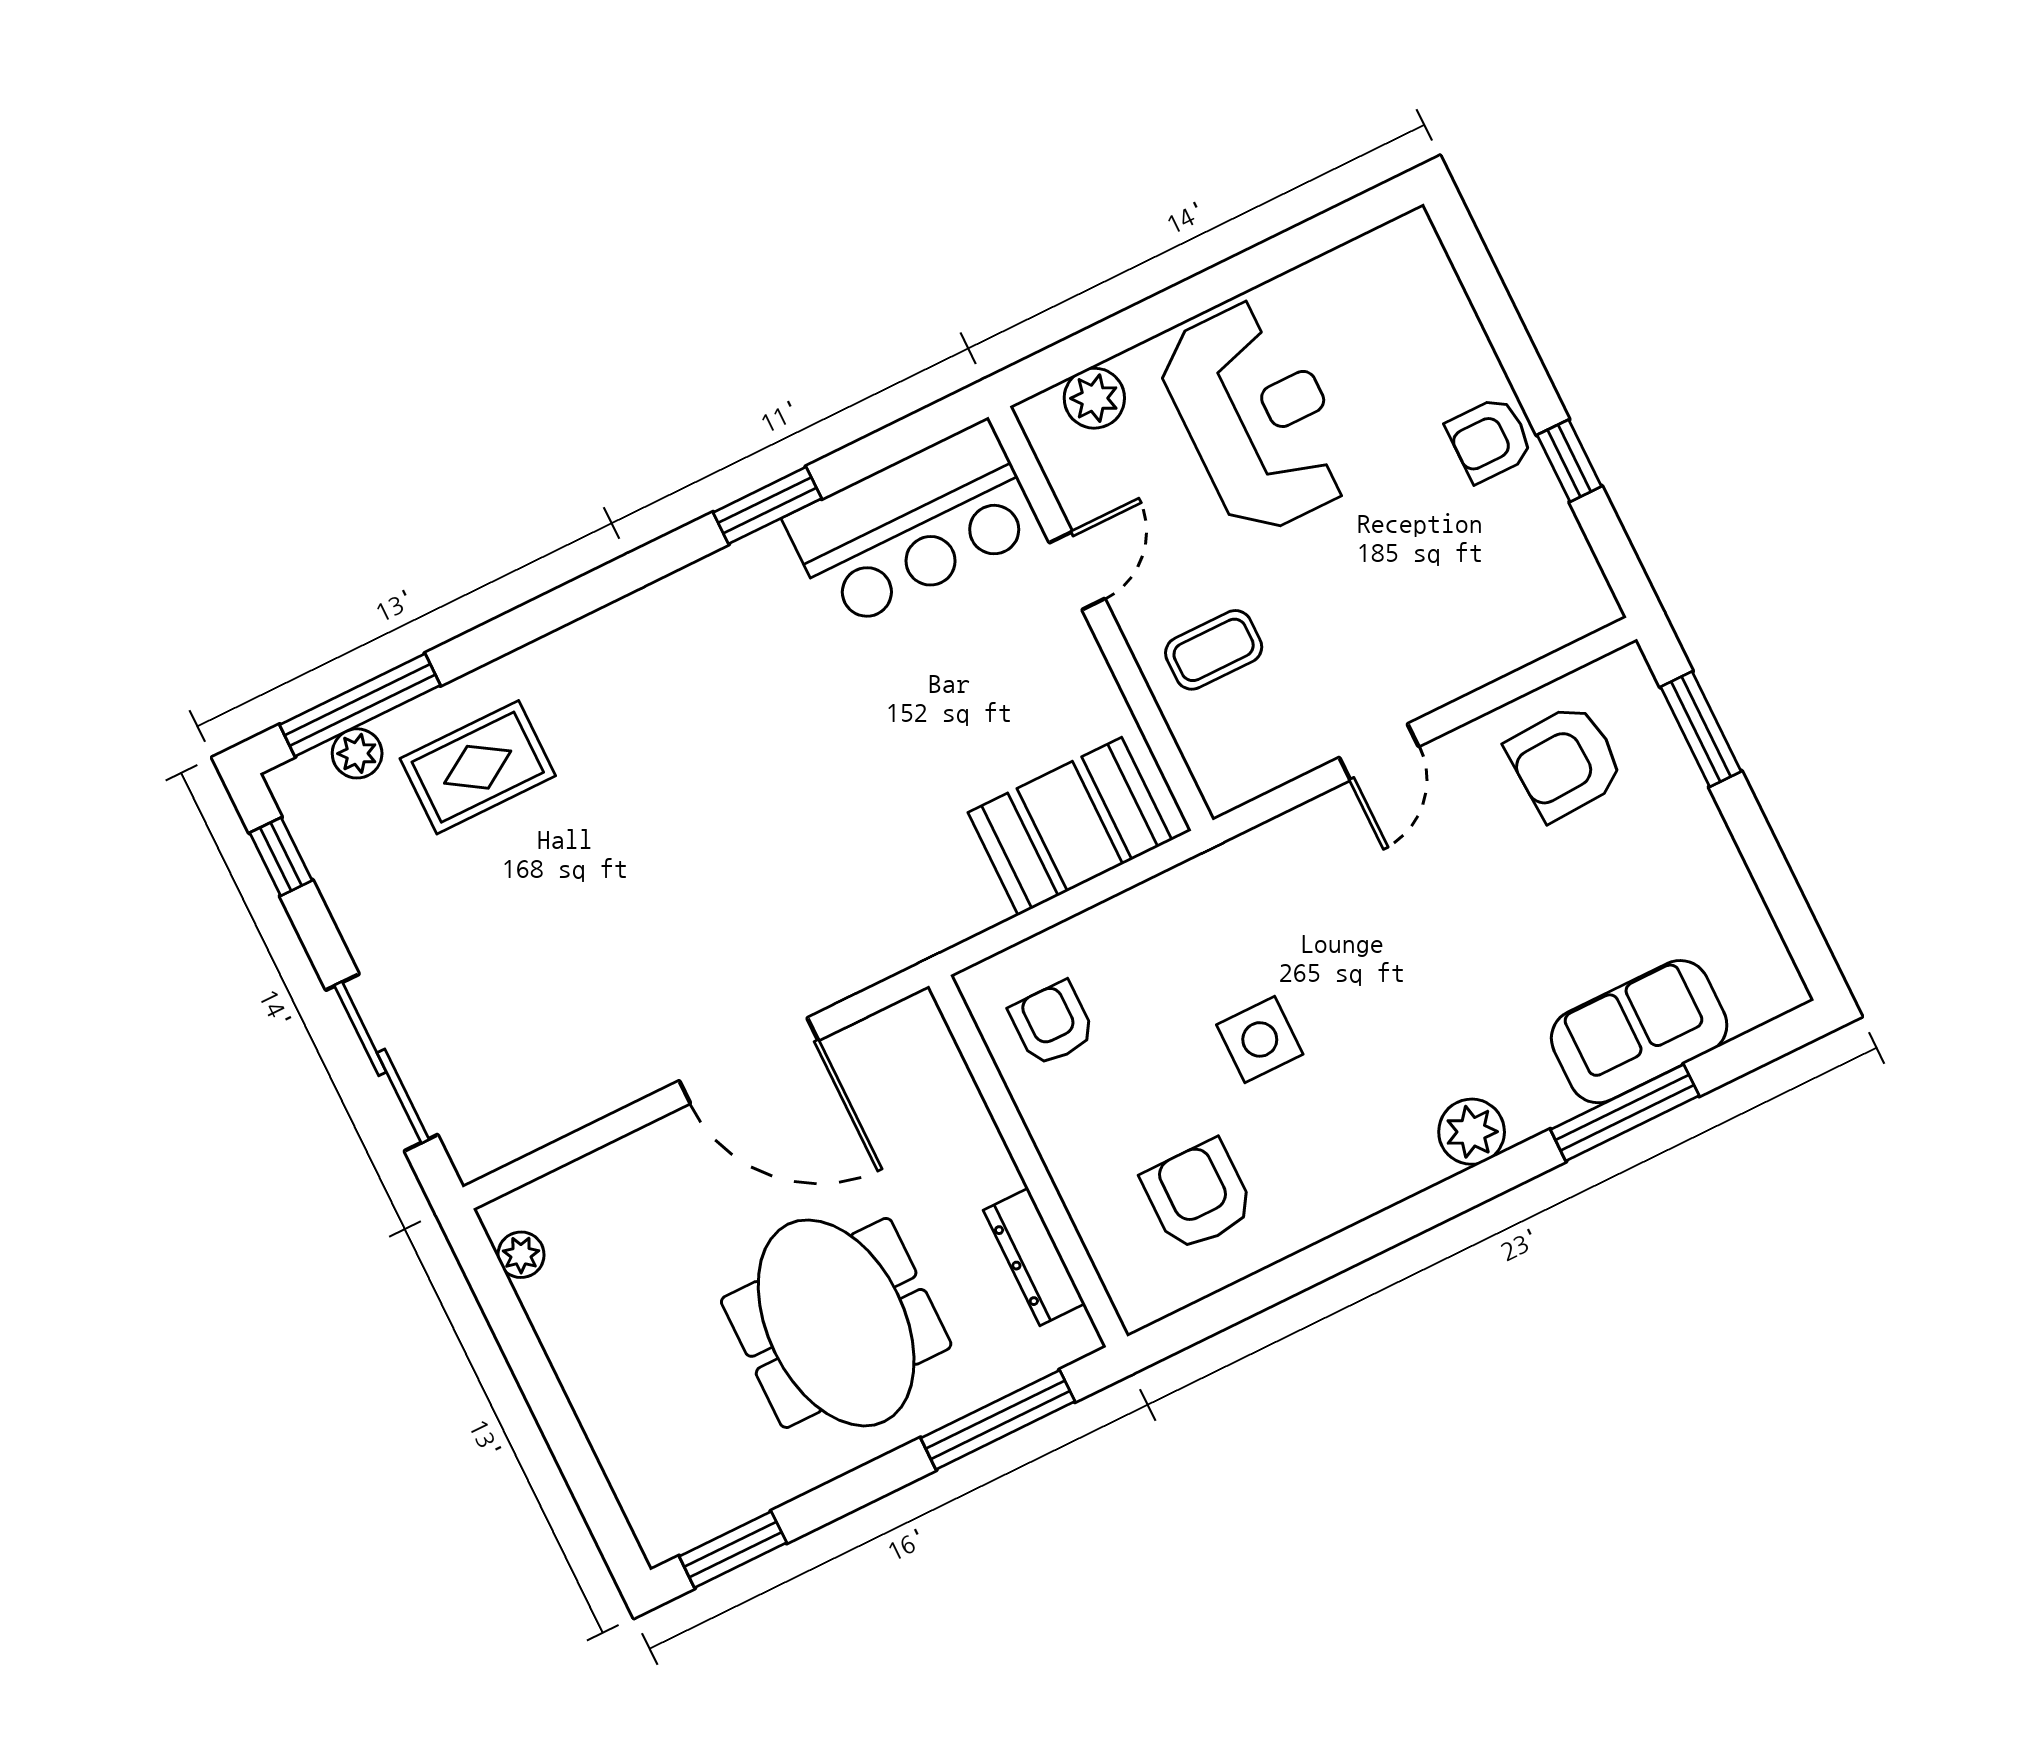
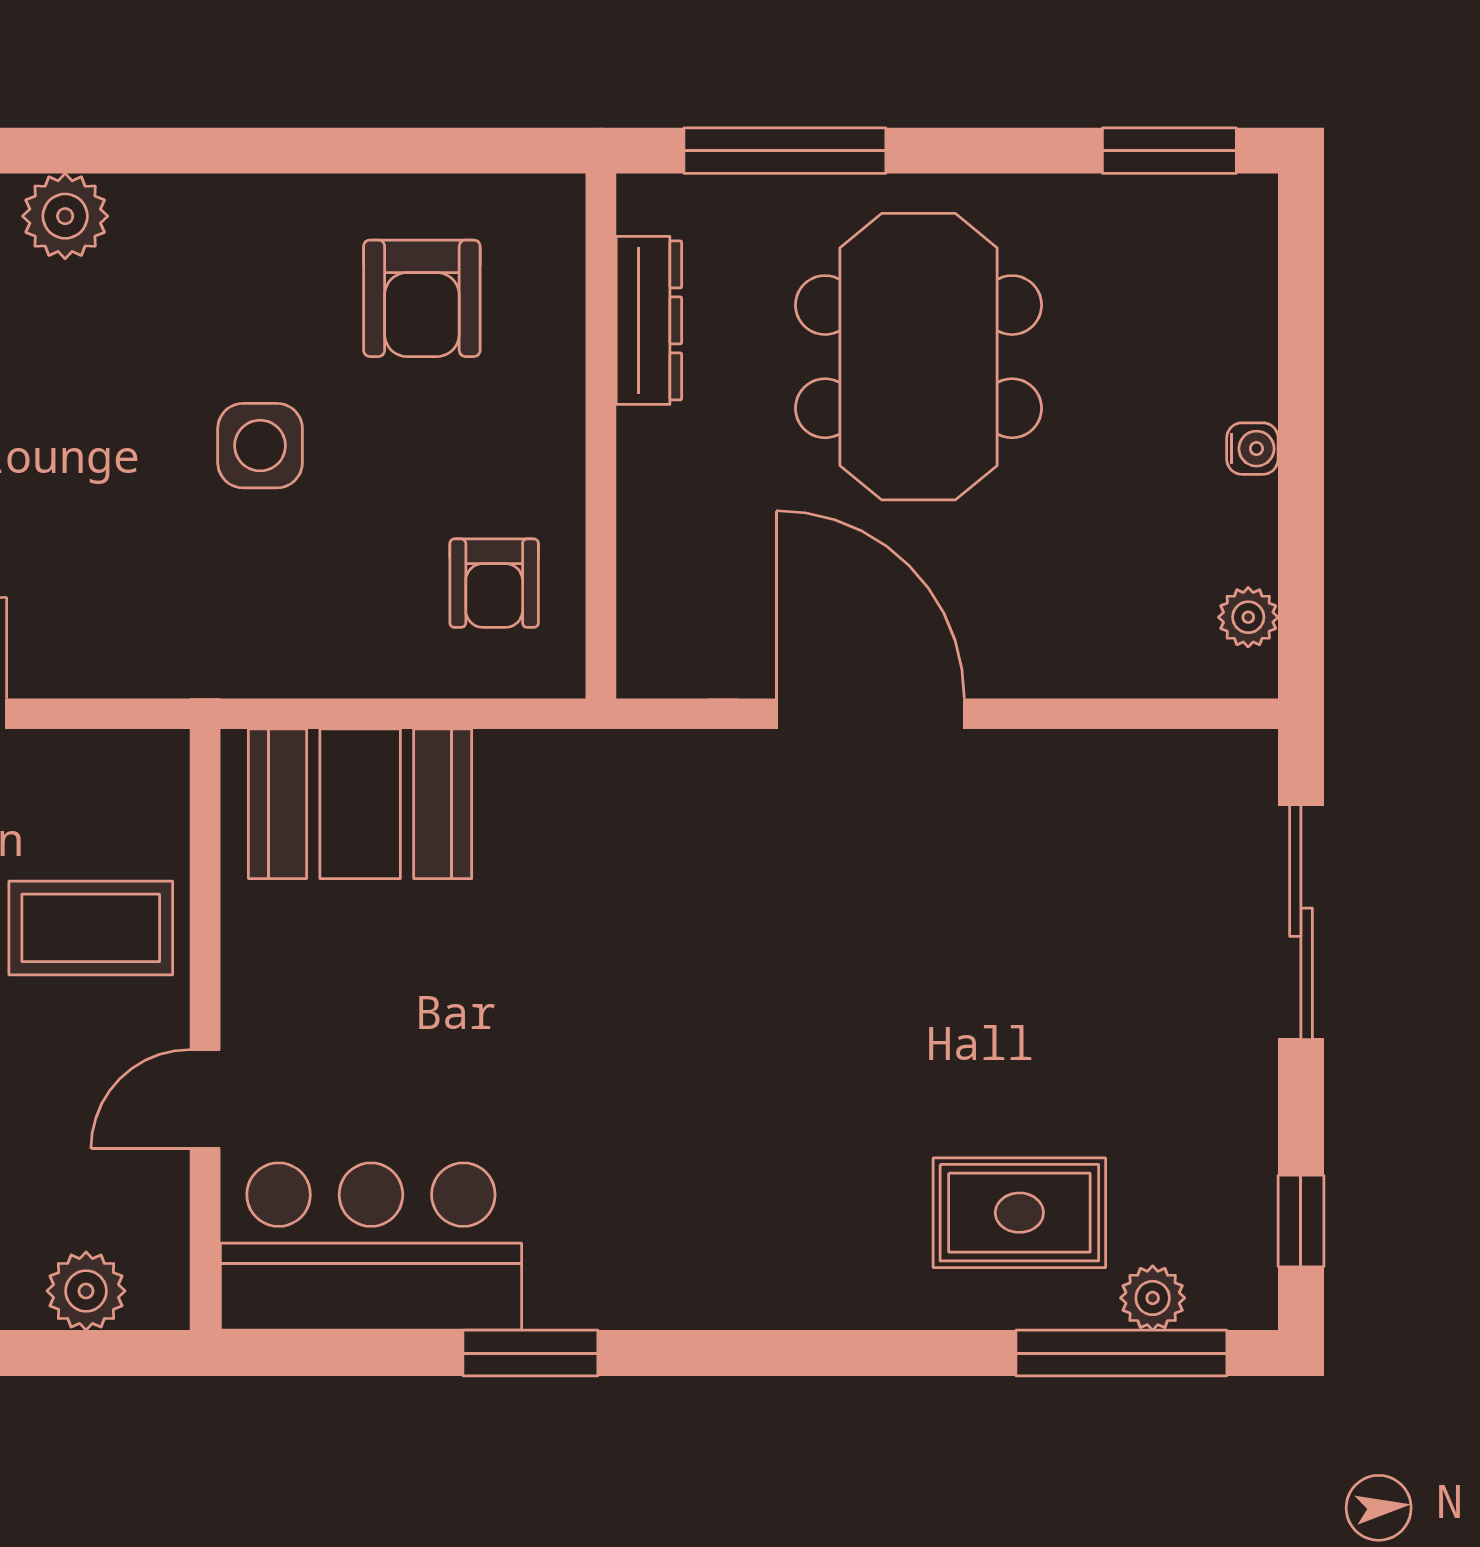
coffee table: (1214, 650) -> (91, 928), width x1.36, depth x1.30
water cooler: (575, 1372) -> (1252, 449), added

